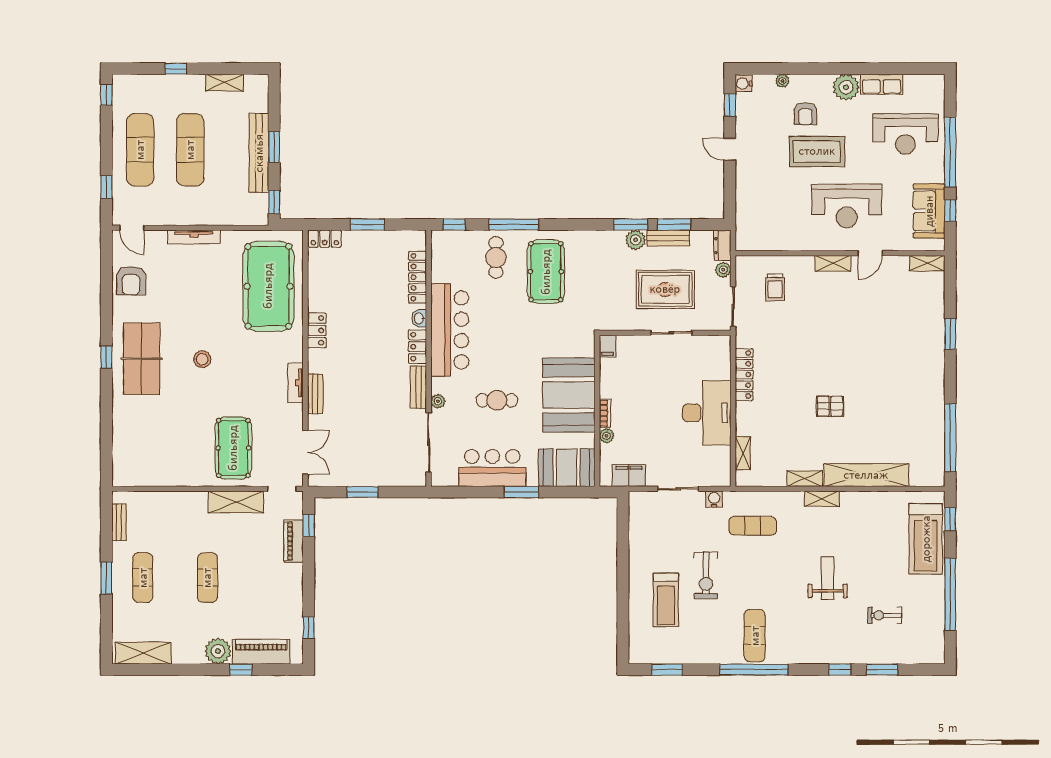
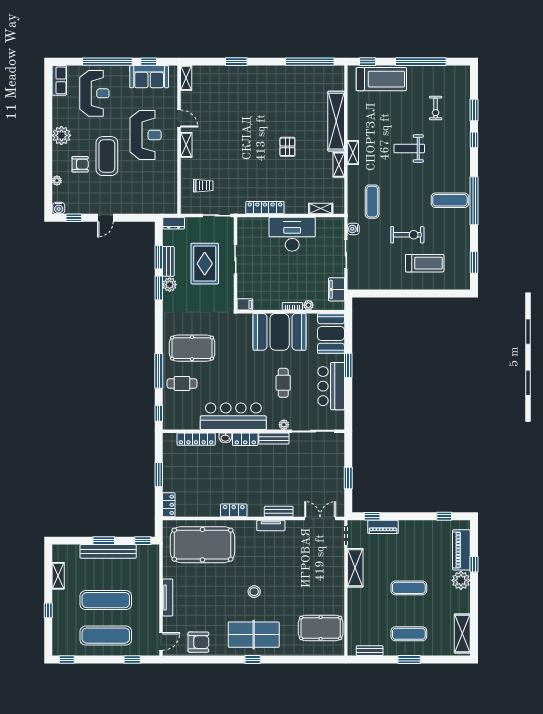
row of seats: (882, 84) -> (59, 80), moved
plant: (723, 270) -> (191, 222), removed
pool table: (233, 448) -> (321, 628), moved

